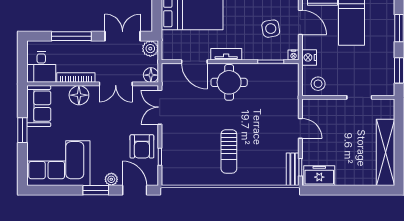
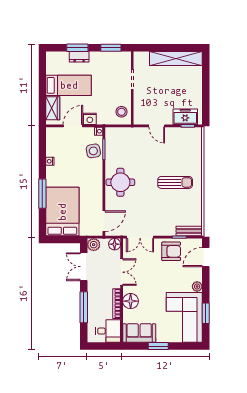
side table: (271, 29) -> (93, 151), moved
dresser: (388, 30) -> (79, 57), added
tv unit: (226, 54) -> (98, 185), removed
nightstand: (309, 57) -> (90, 119), moved
door: (194, 62) -> (104, 221), moved
door: (300, 128) -> (157, 126), swing flipped
bench: (293, 169) -> (189, 231), moved
freezer: (319, 176) -> (185, 117), moved, turned 90
plant: (111, 179) -> (197, 287), moved
window: (96, 190) -> (206, 313), moved

